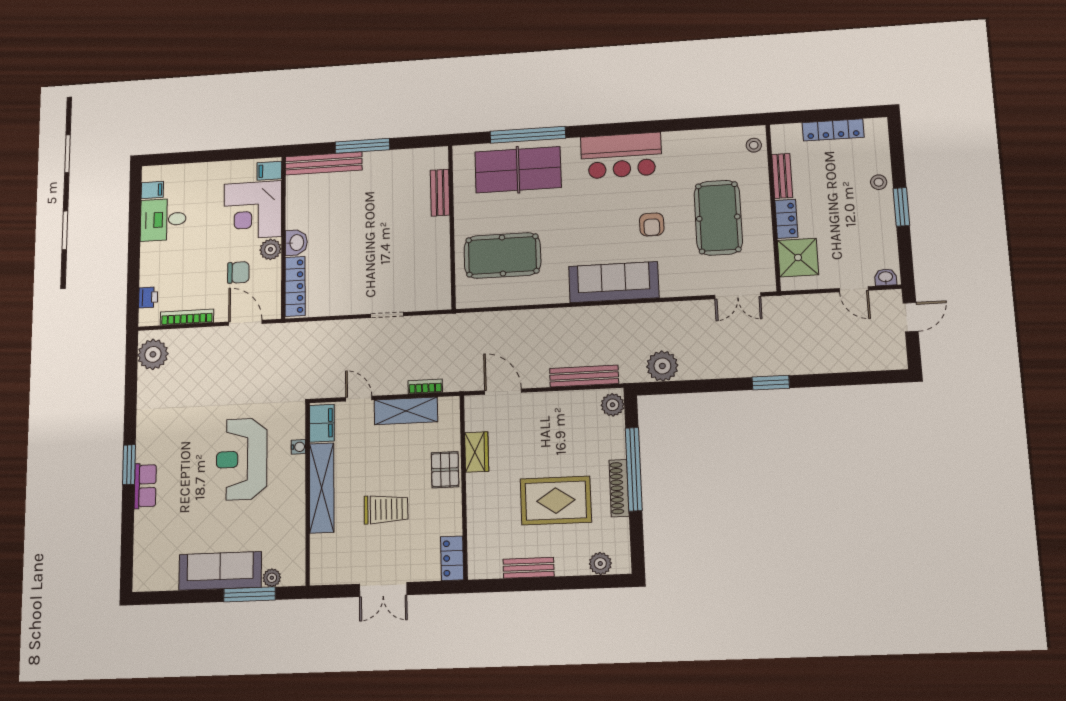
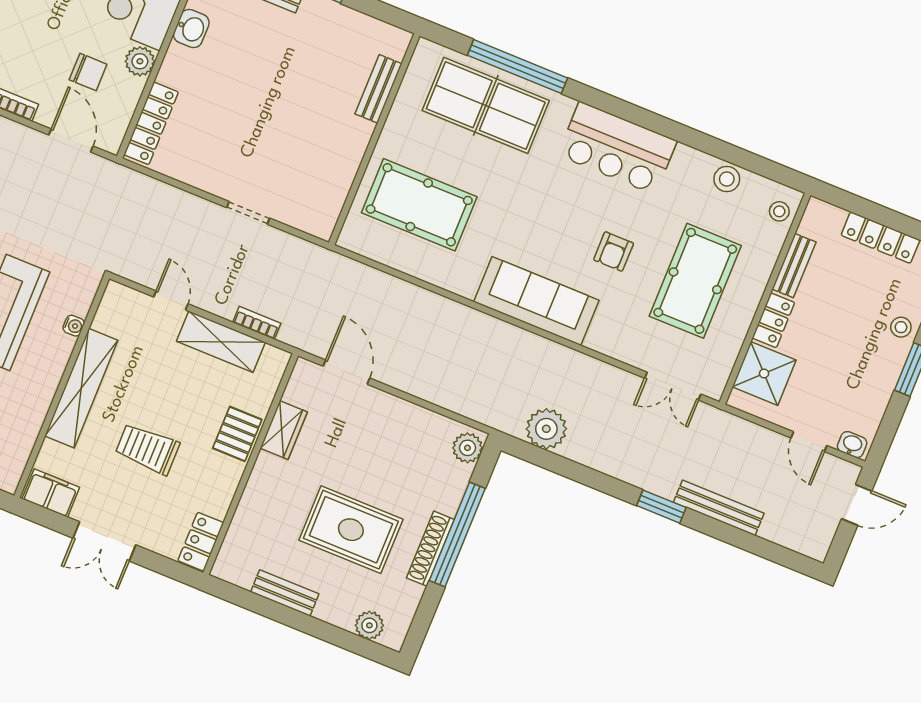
stool: (707, 141) -> (727, 179), added
washbasin: (296, 243) -> (191, 29), moved
bench: (584, 376) -> (719, 508), moved
filing cabinet: (322, 423) -> (51, 493), moved, turned -90
trolley: (386, 509) -> (147, 449), turned 180

